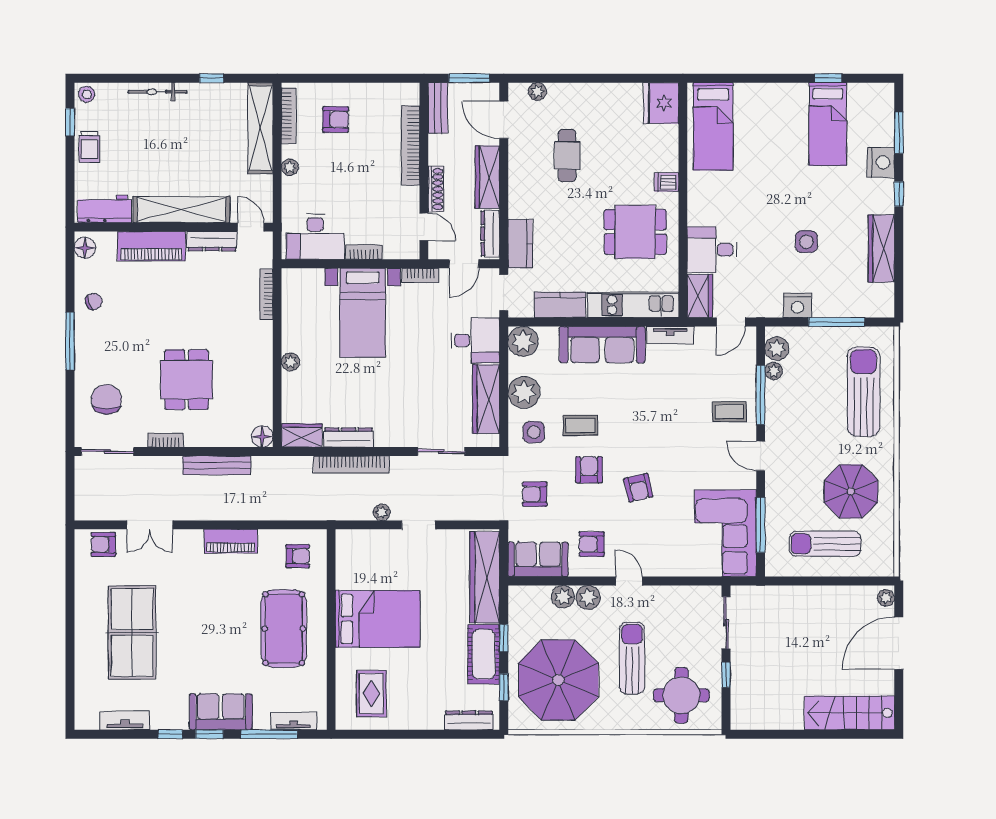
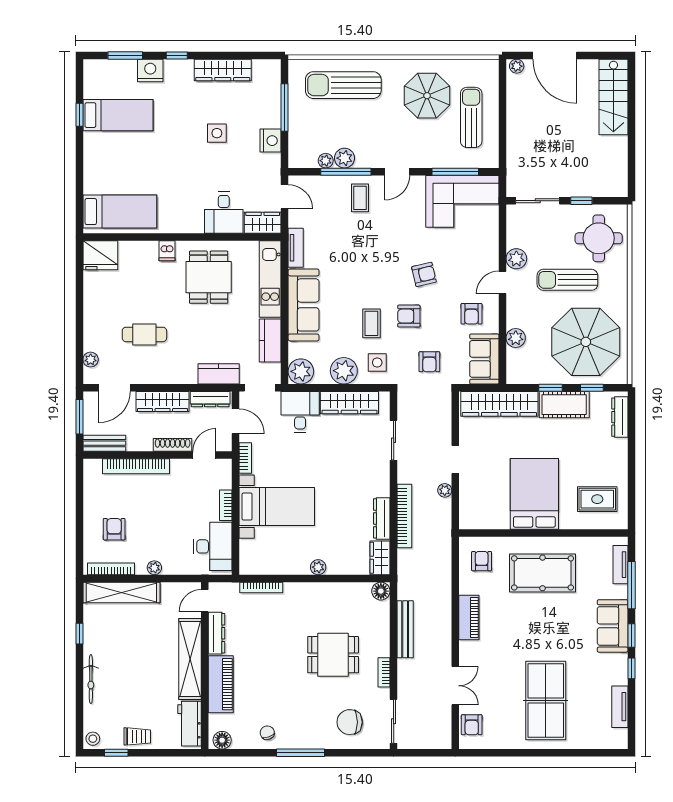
plant: (777, 349) -> (344, 158), moved
sun lounger: (825, 544) -> (471, 117), turned 180
plant: (588, 597) -> (516, 259), moved
table tennis table: (132, 632) -> (546, 700), turned 90

